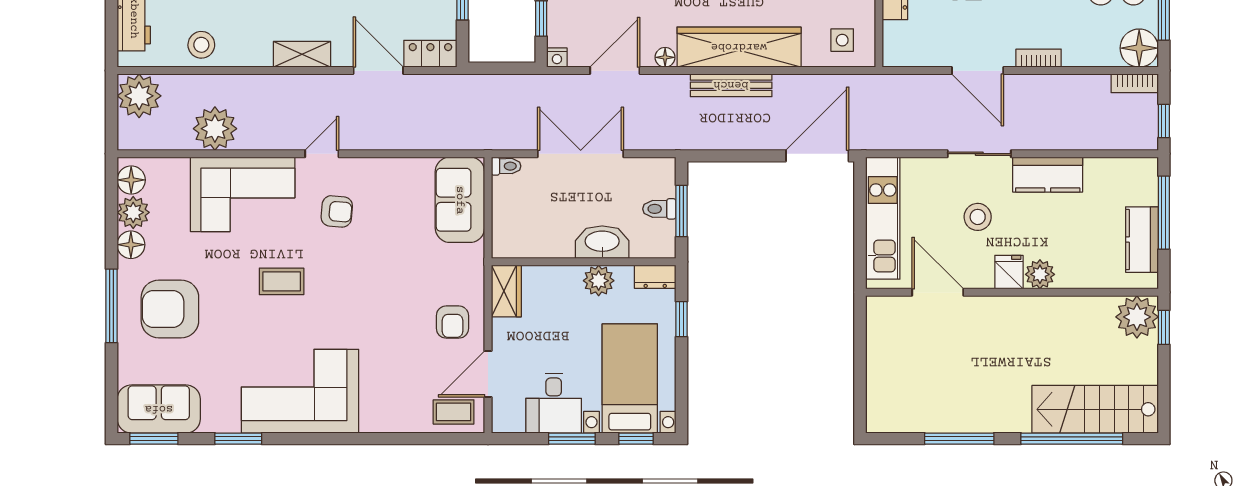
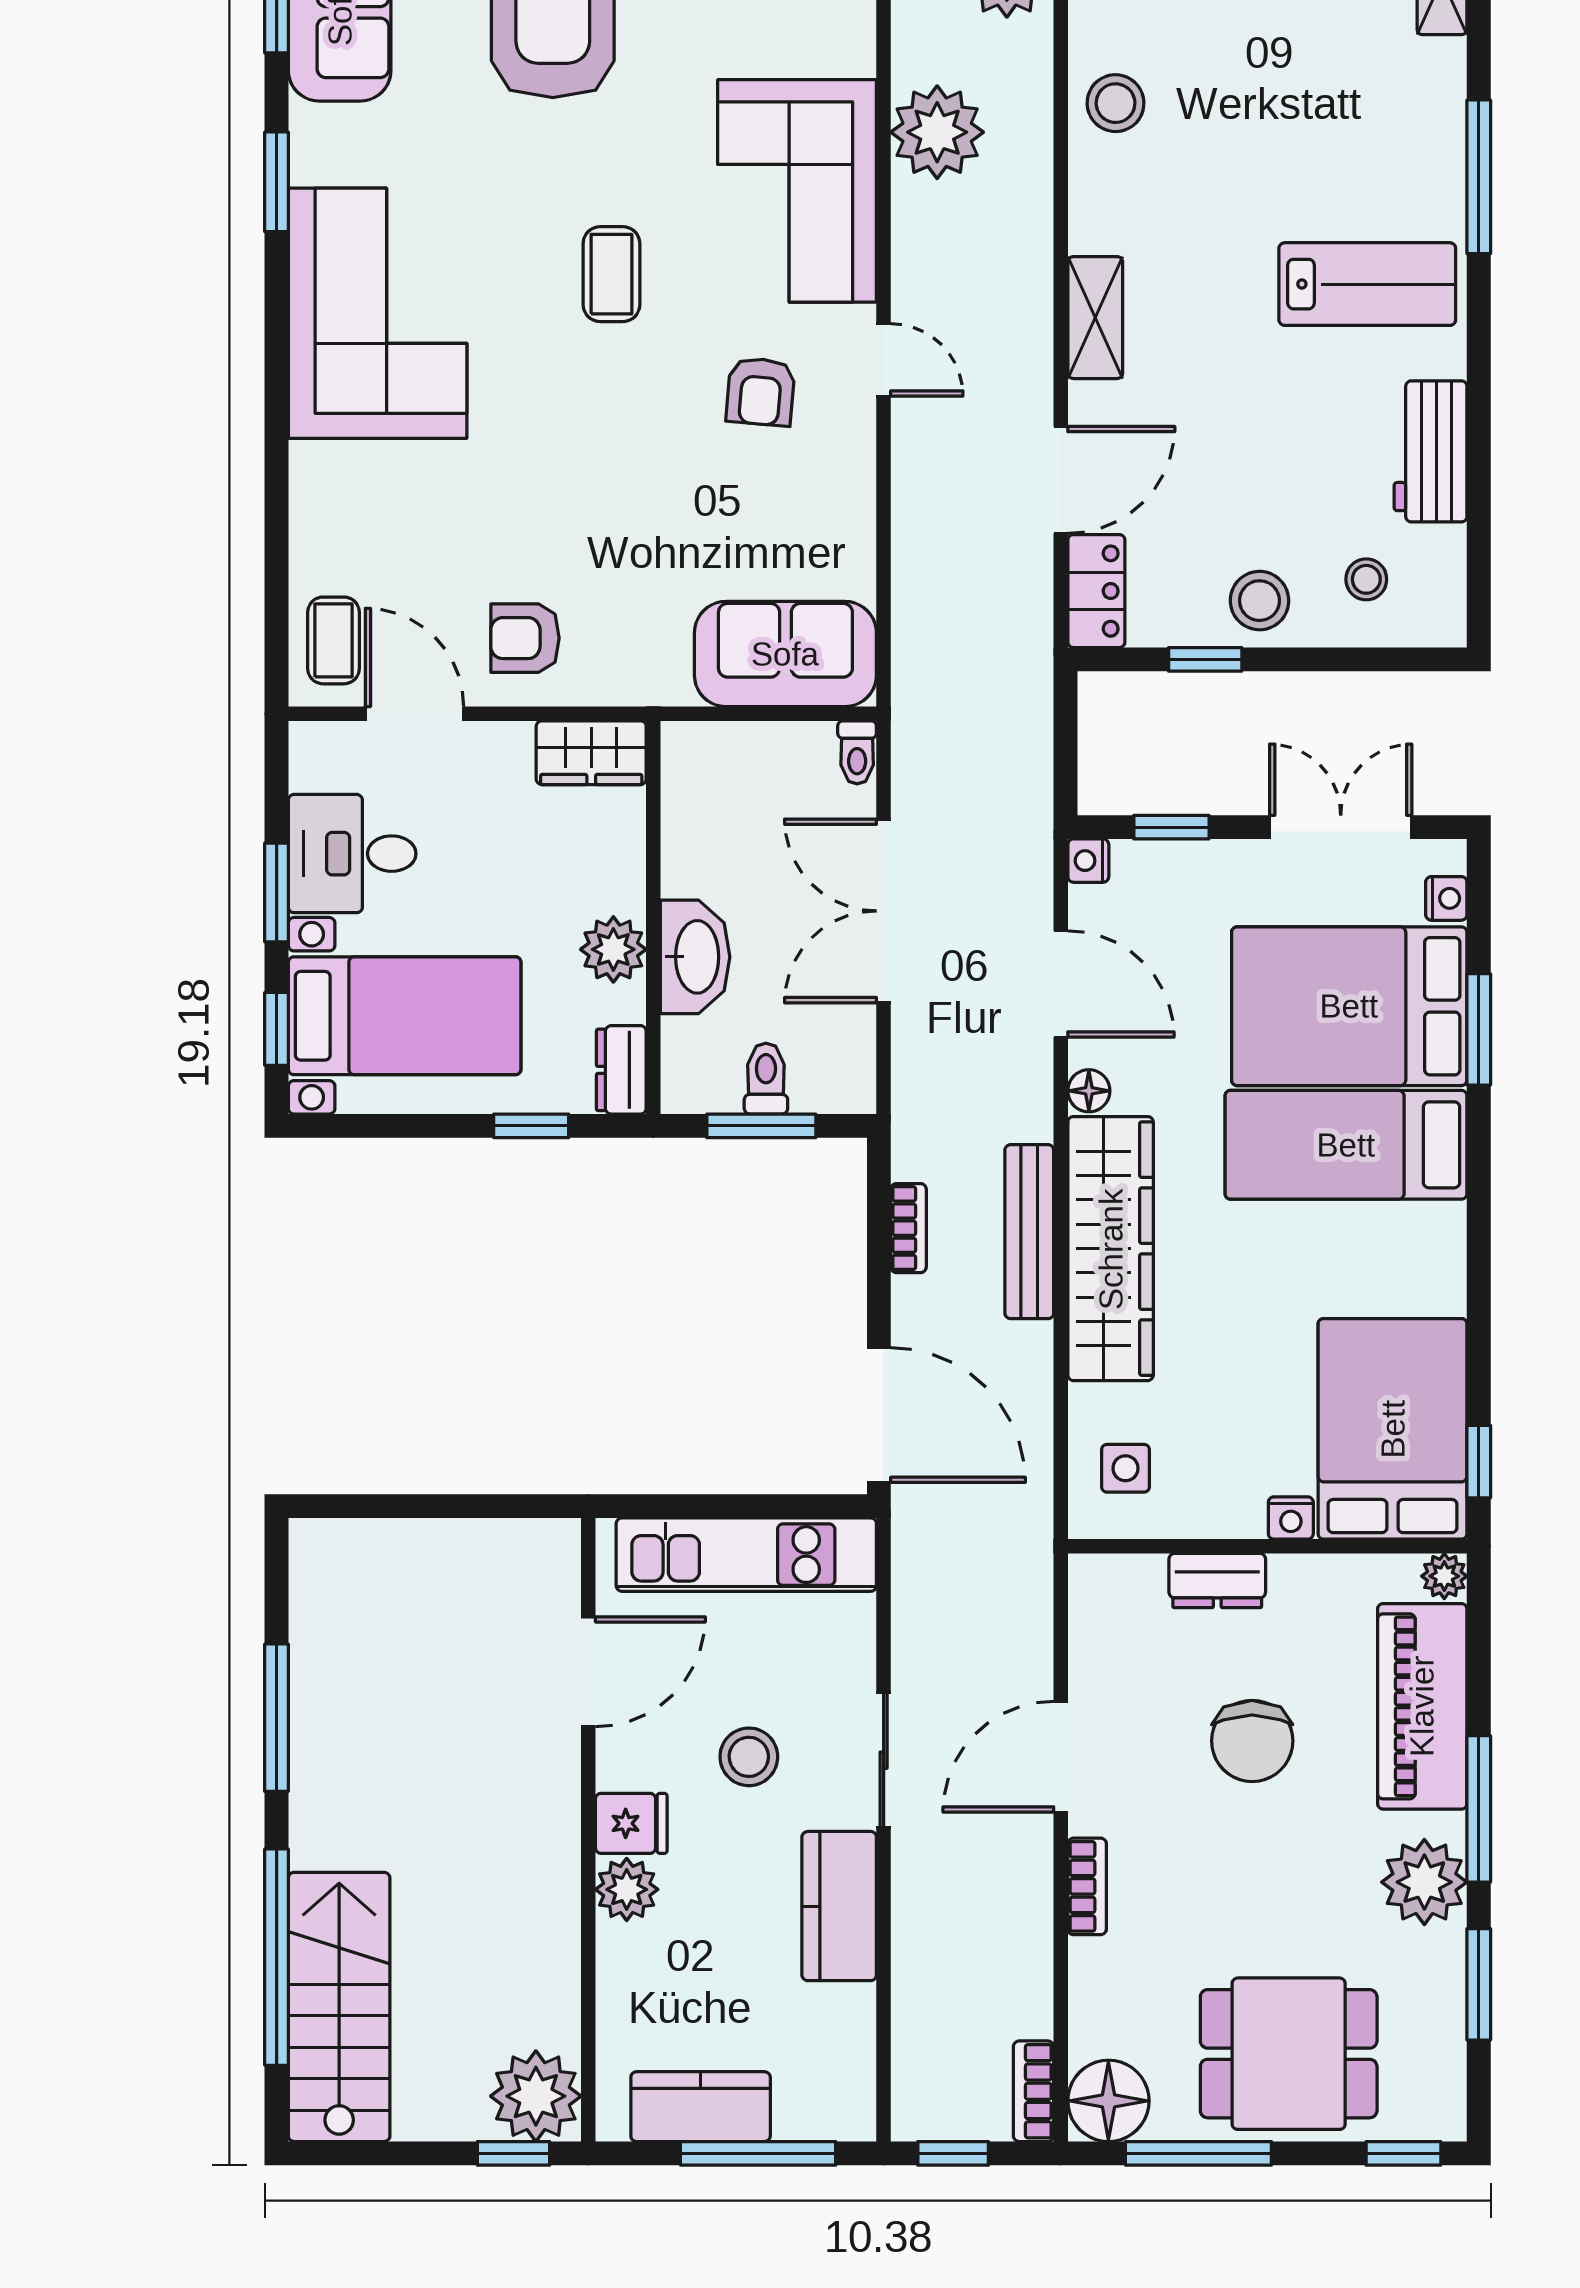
bookcase: (729, 142) -> (908, 1228), added
double door: (581, 154) -> (884, 911), swing flipped

